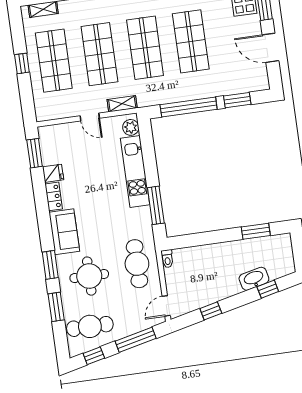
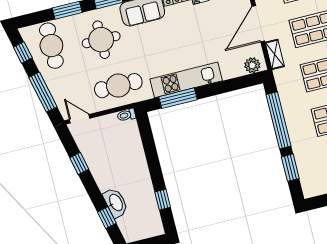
door: (90, 117) -> (258, 24), width x1.88
kitchen unit: (135, 171) -> (186, 80), moved
window: (256, 231) -> (163, 200), width x0.67

